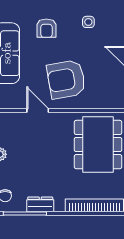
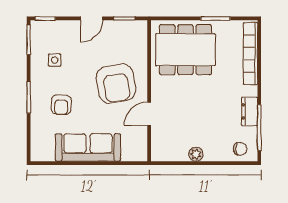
armchair: (46, 28) -> (61, 105), turned 93

